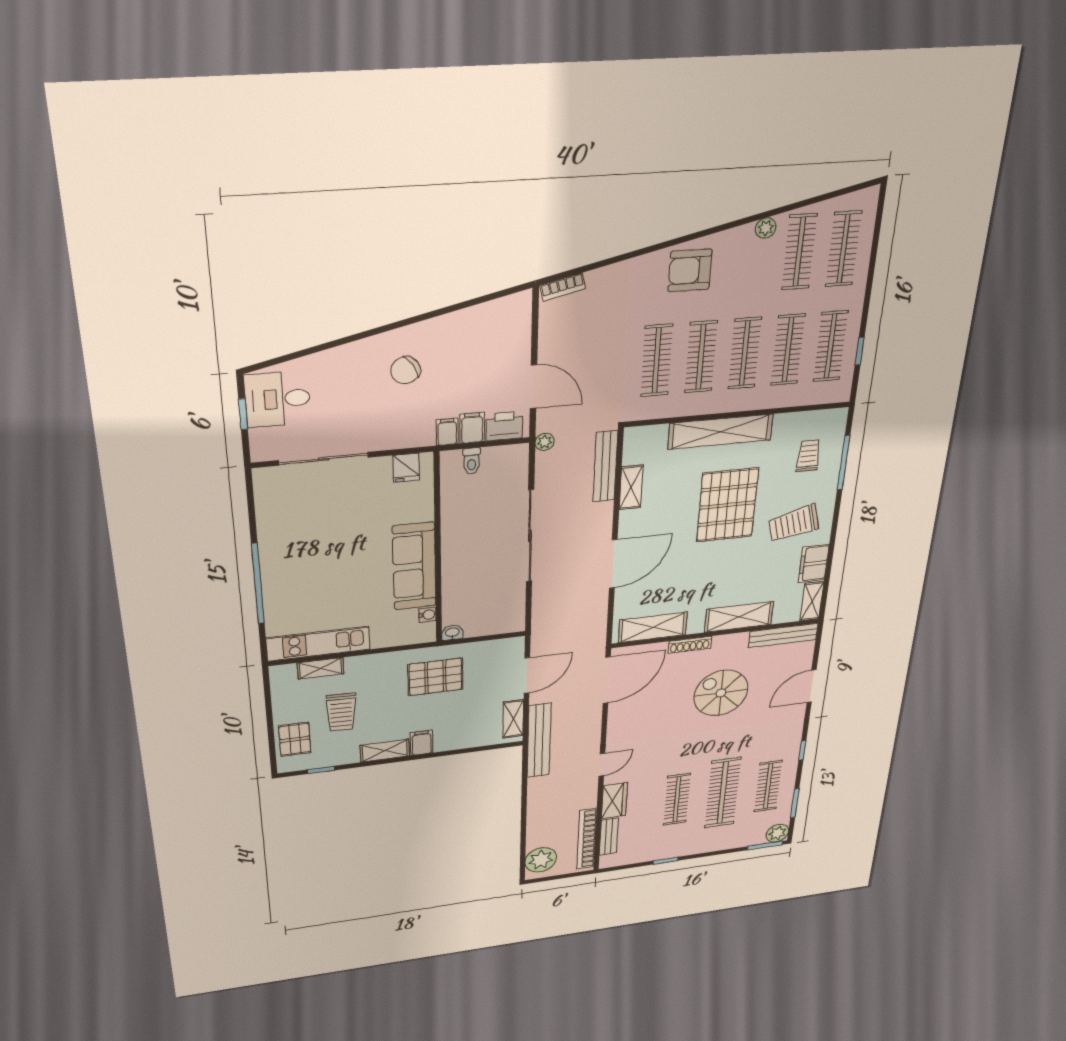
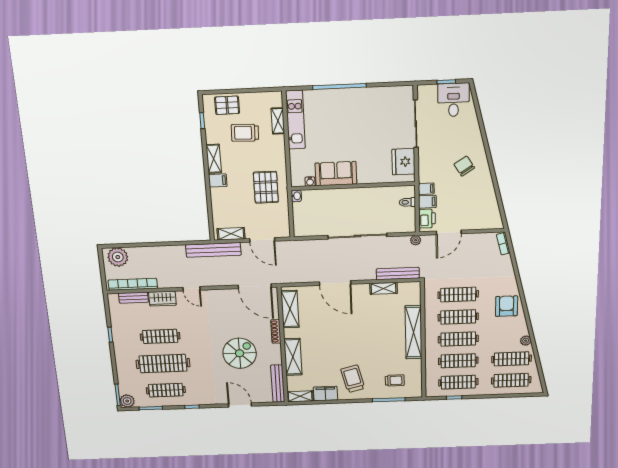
fridge: (406, 468) -> (403, 162), width x1.88, depth x1.34
pallet: (727, 505) -> (368, 341), removed
sofa: (414, 566) -> (336, 174), width x0.73

